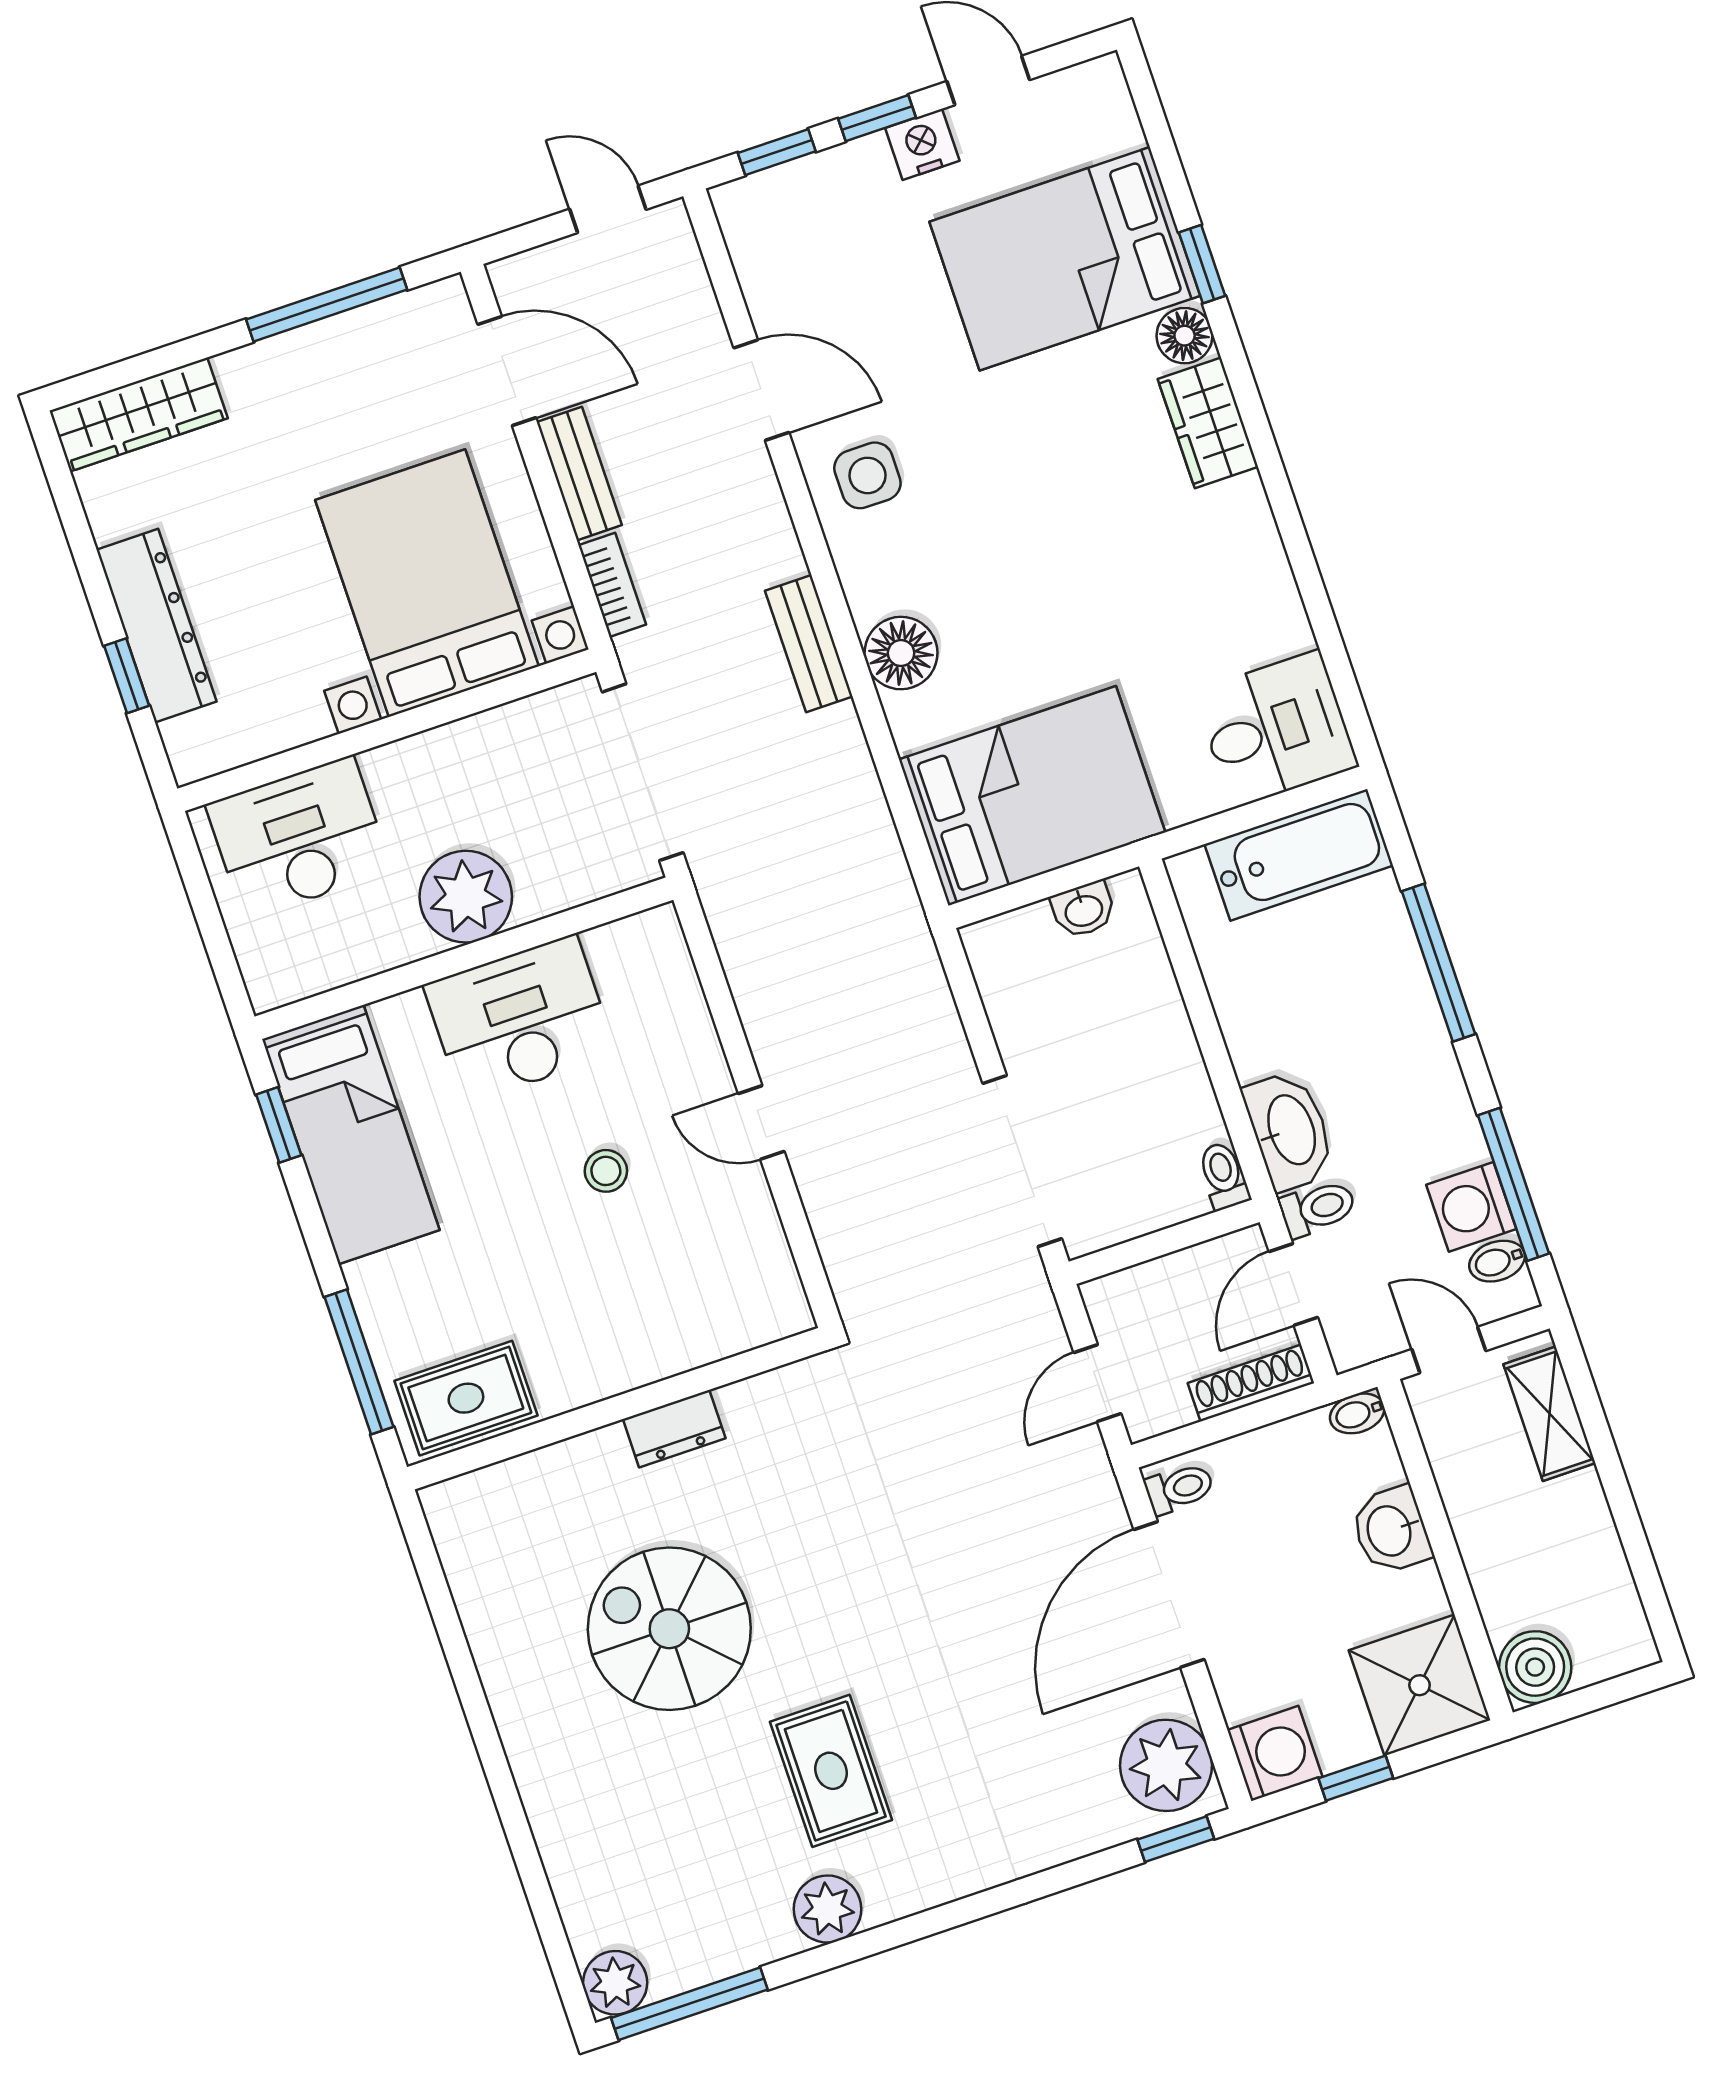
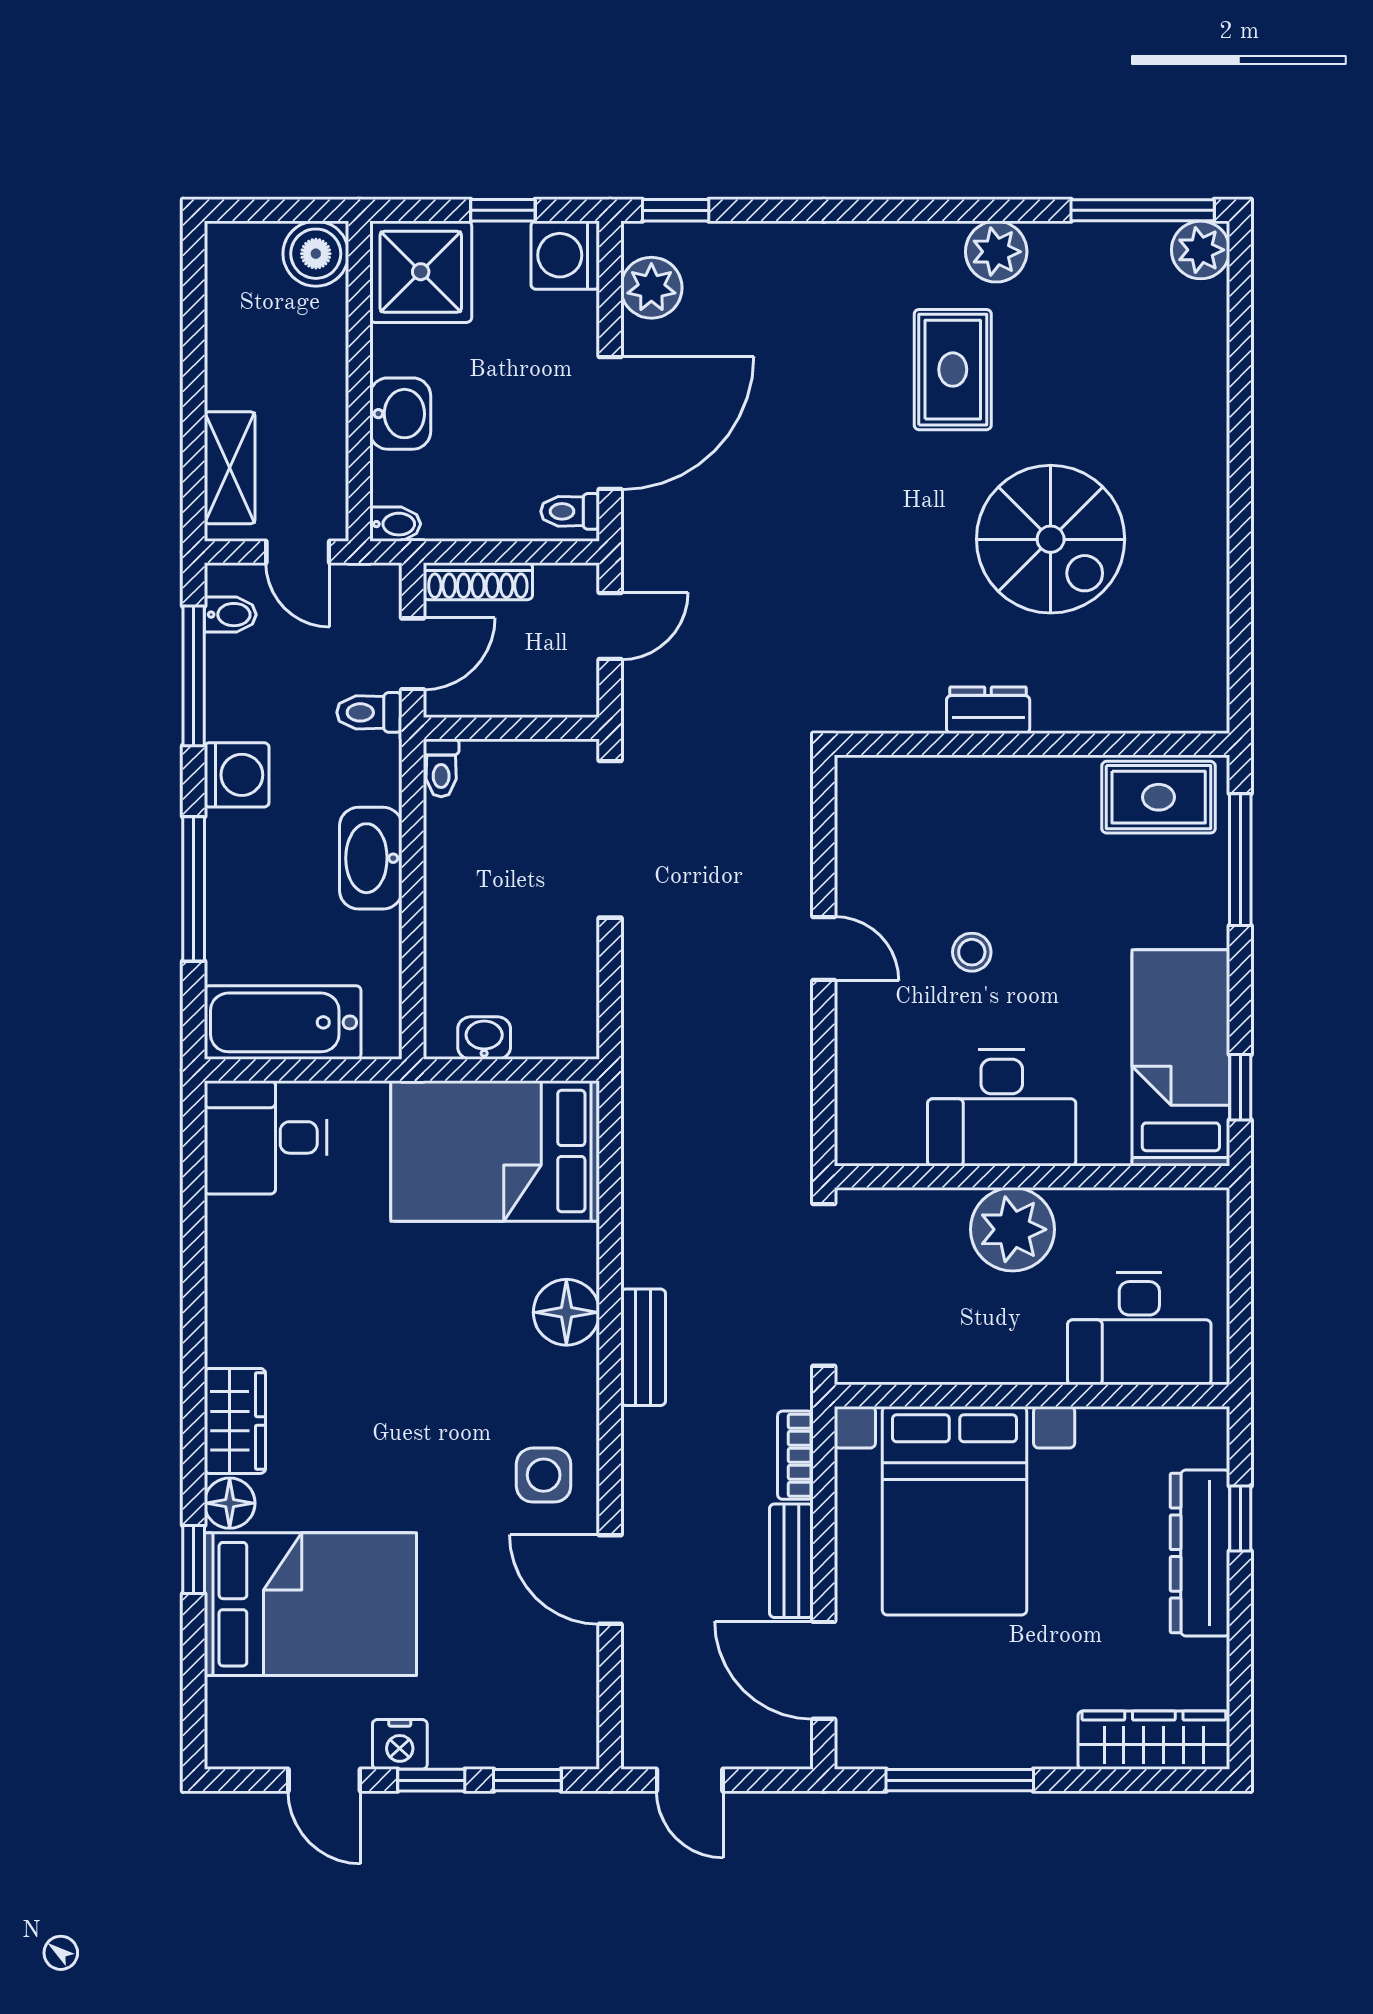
washbasin: (1290, 1130) -> (371, 858), moved
washing machine: (1471, 1207) -> (237, 775), moved
plant: (1166, 1765) -> (651, 288), width x0.73, depth x0.73

